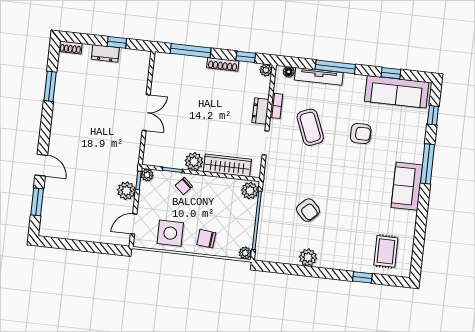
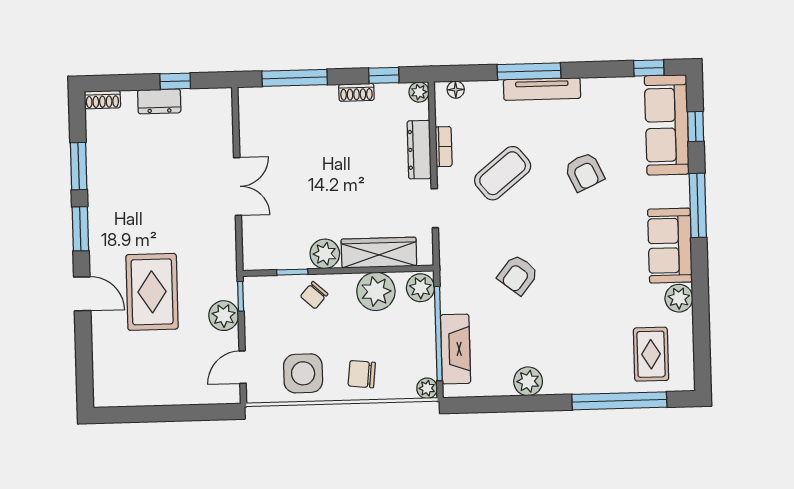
shoe rack: (223, 64) -> (356, 92), width x0.70
window: (391, 73) -> (649, 68), moved
tv unit: (319, 76) -> (542, 89), moved
sofa: (397, 92) -> (667, 125), moved, turned 90
dresser: (260, 111) -> (419, 150), width x1.44
coffee table: (310, 127) -> (503, 173), turned 73
armchair: (361, 134) -> (584, 172), turned 65
rug: (84, 170) -> (152, 292), added
plant: (147, 175) -> (376, 291), moved, width x1.88, depth x1.88
window: (37, 202) -> (80, 229), moved
armchair: (308, 210) -> (518, 275), moved, turned 82
plant: (408, 219) -> (679, 298), added
fireplace: (266, 231) -> (456, 349), added
window: (362, 277) -> (619, 401), width x3.17

